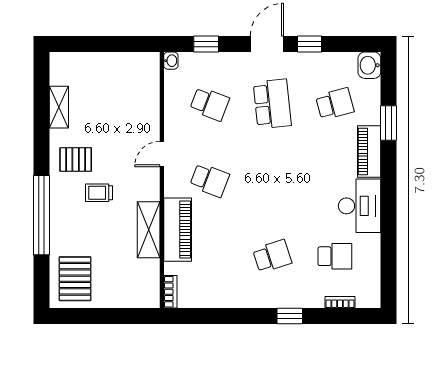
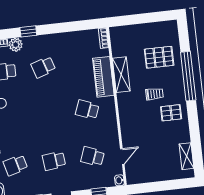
school desk: (272, 104) -> (54, 161), width x0.54
shelving: (59, 107) -> (186, 156), moved
door: (162, 154) -> (122, 157), moved
pallet: (75, 279) -> (159, 57), moved, turned 90
plant: (313, 297) -> (16, 45), added

